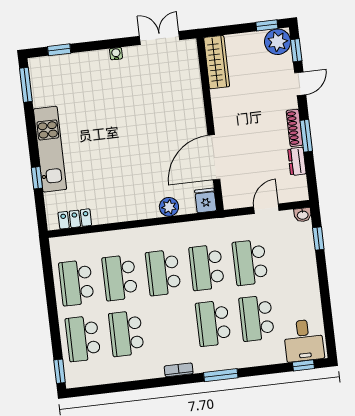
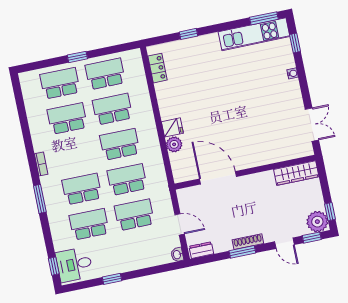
water cooler: (116, 54) -> (293, 73), moved
kitchen unit: (50, 149) -> (254, 34), moved
dresser: (297, 161) -> (201, 250), moved
fridge: (206, 200) -> (172, 127), moved
window: (318, 238) -> (112, 279), moved
window: (60, 371) -> (77, 57), moved

